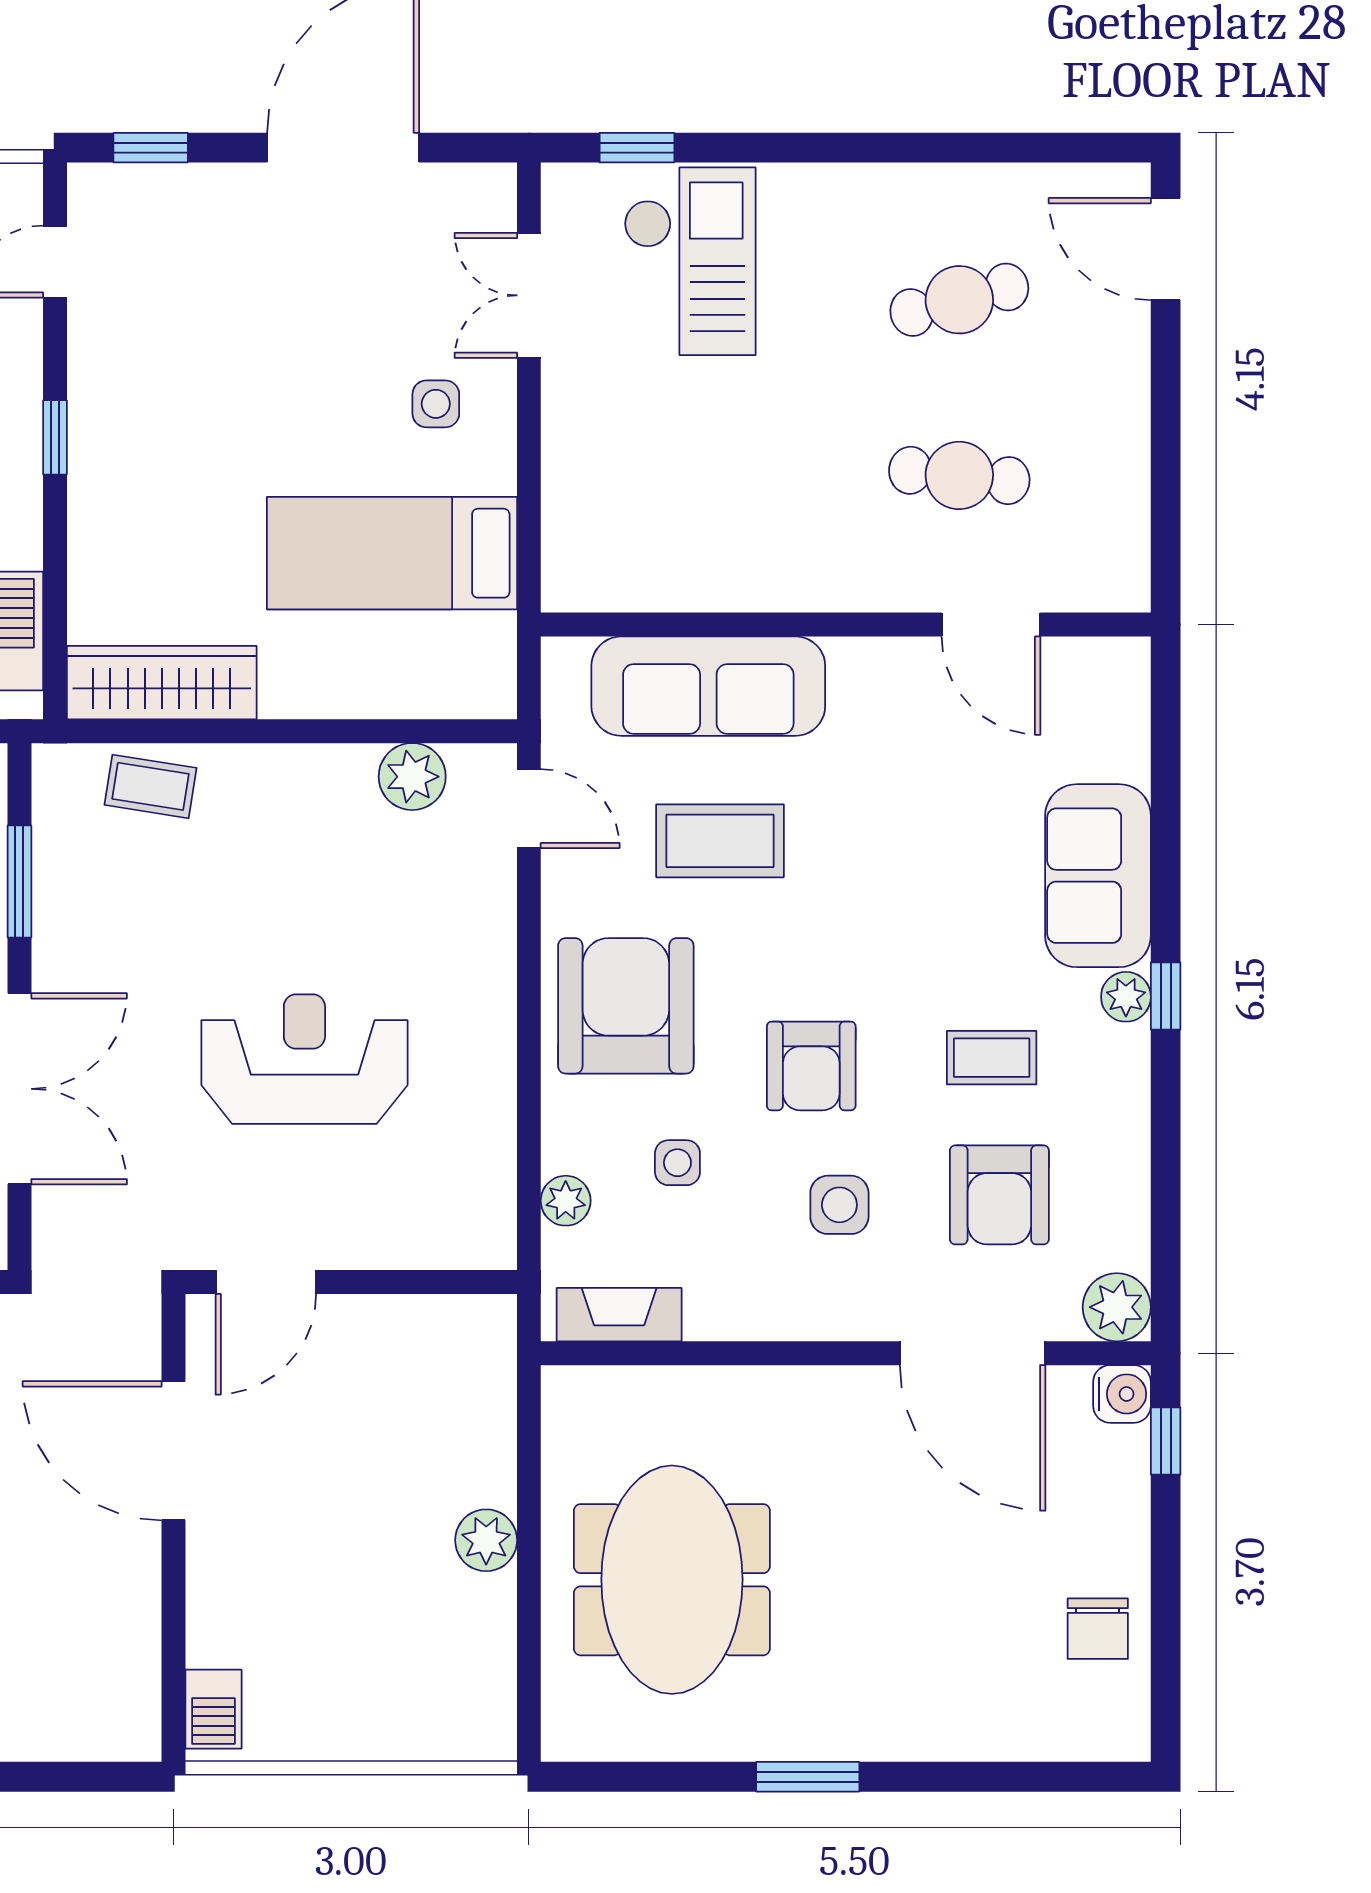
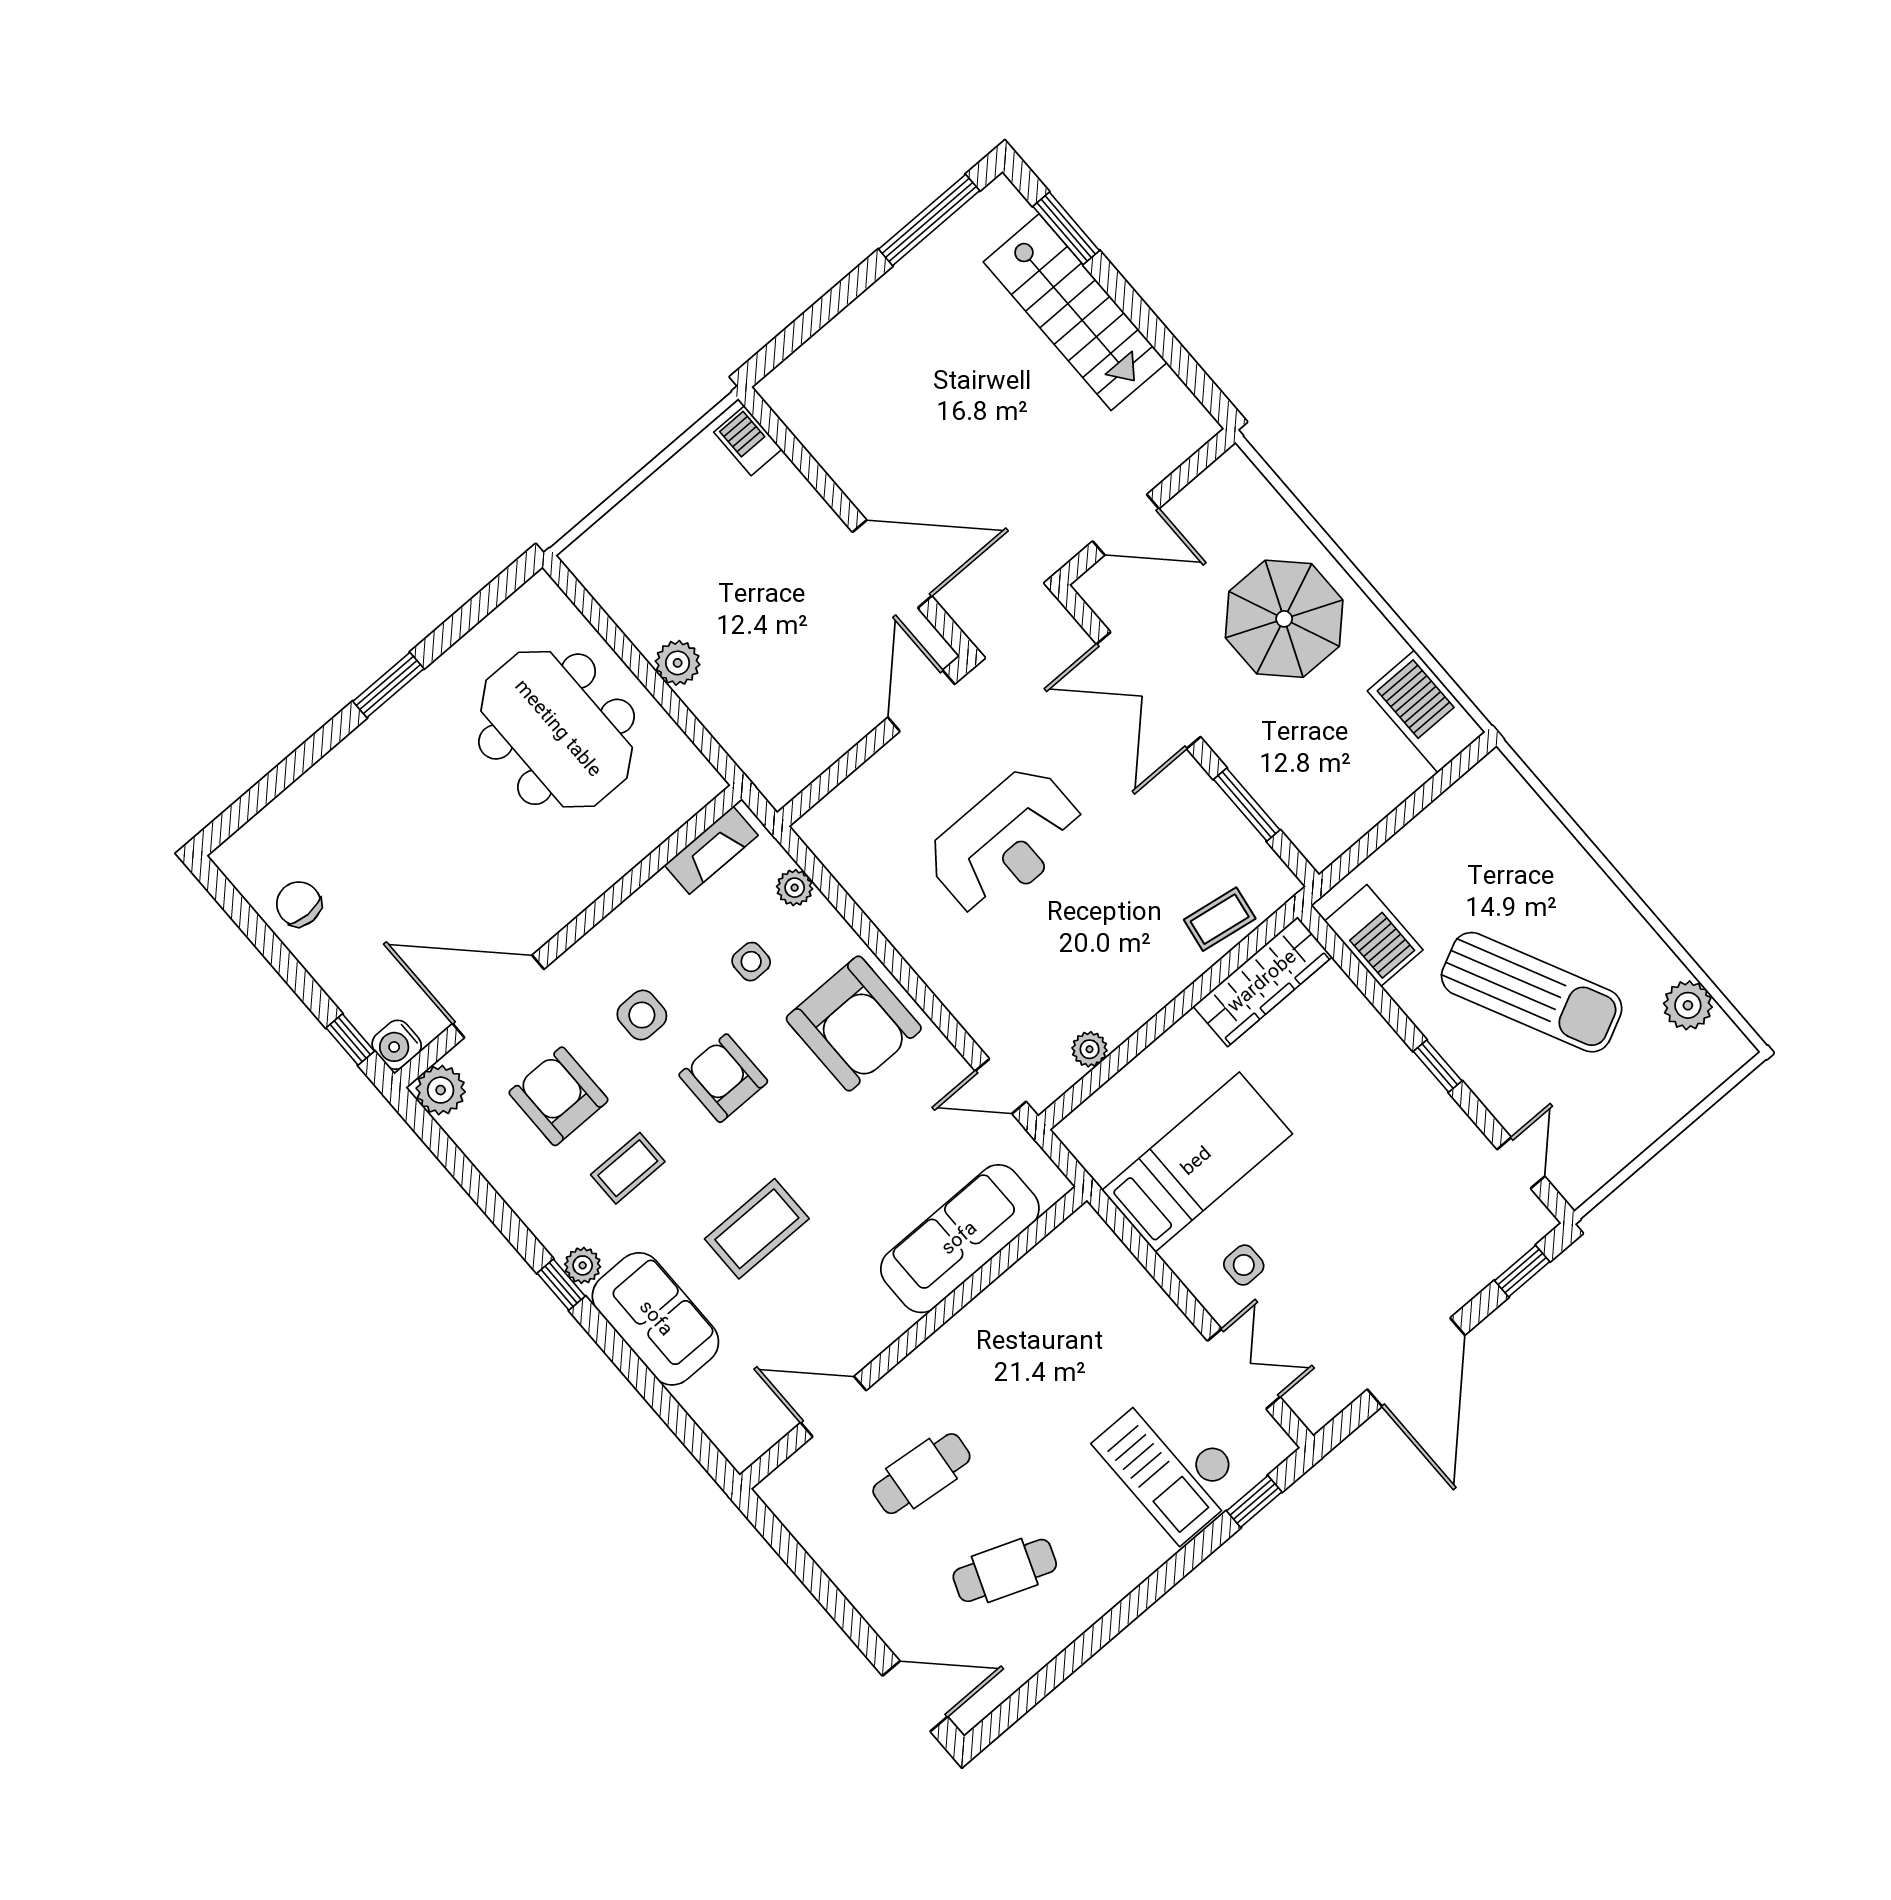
cafe table: (959, 300) -> (1005, 1570), turned 36
plant: (412, 777) -> (1090, 1049), width x0.73, depth x0.73
coffee table: (720, 841) -> (757, 1229), moved

